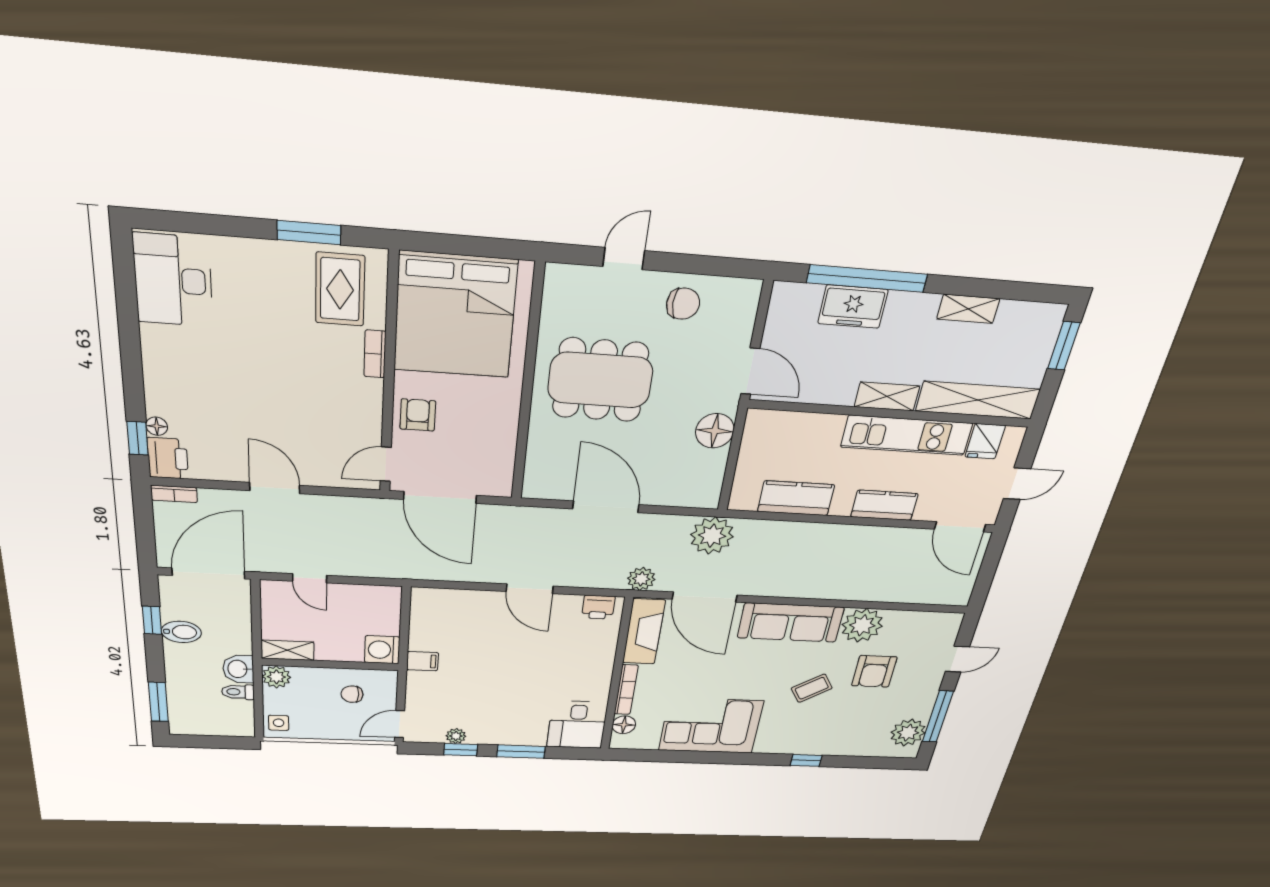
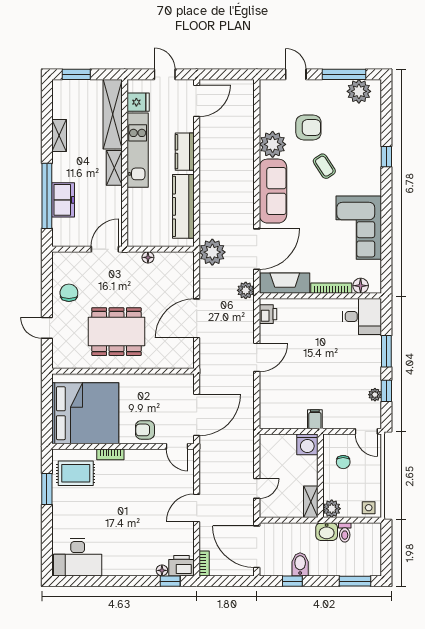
dining table: (600, 380) -> (116, 332), turned 90
floor lamp: (715, 431) -> (148, 257), width x0.53, depth x0.53
kitchen counter: (796, 498) -> (183, 206), width x1.50

